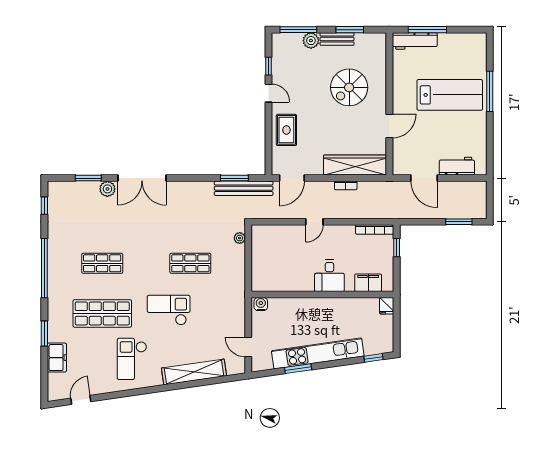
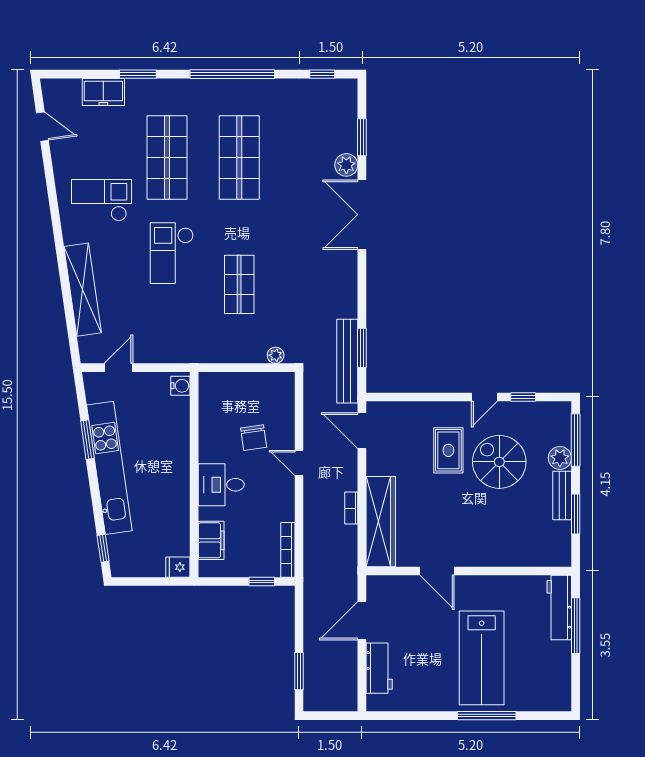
spiral stairs: (349, 87) -> (499, 462), moved
rug: (286, 130) -> (448, 450), moved, turned 90
chair: (297, 253) -> (254, 438), added
shop shelf: (102, 263) -> (239, 157), width x1.43, depth x1.36
checkout: (169, 310) -> (172, 253), turned 180

